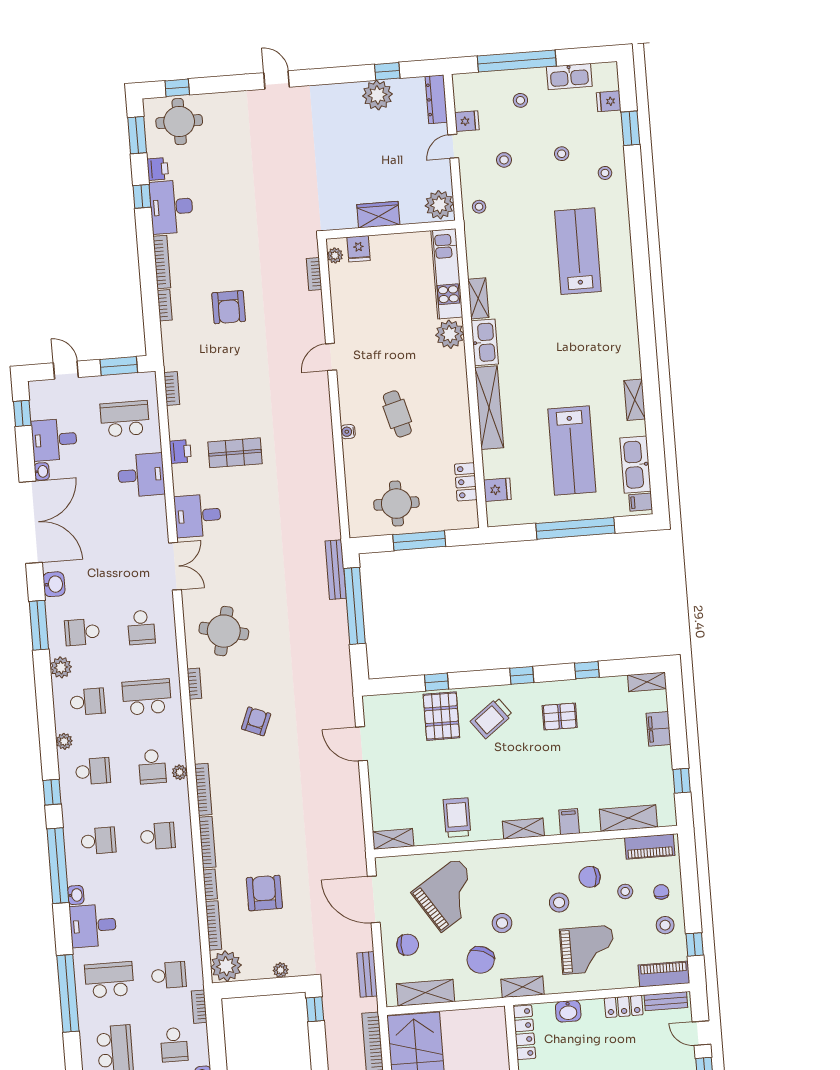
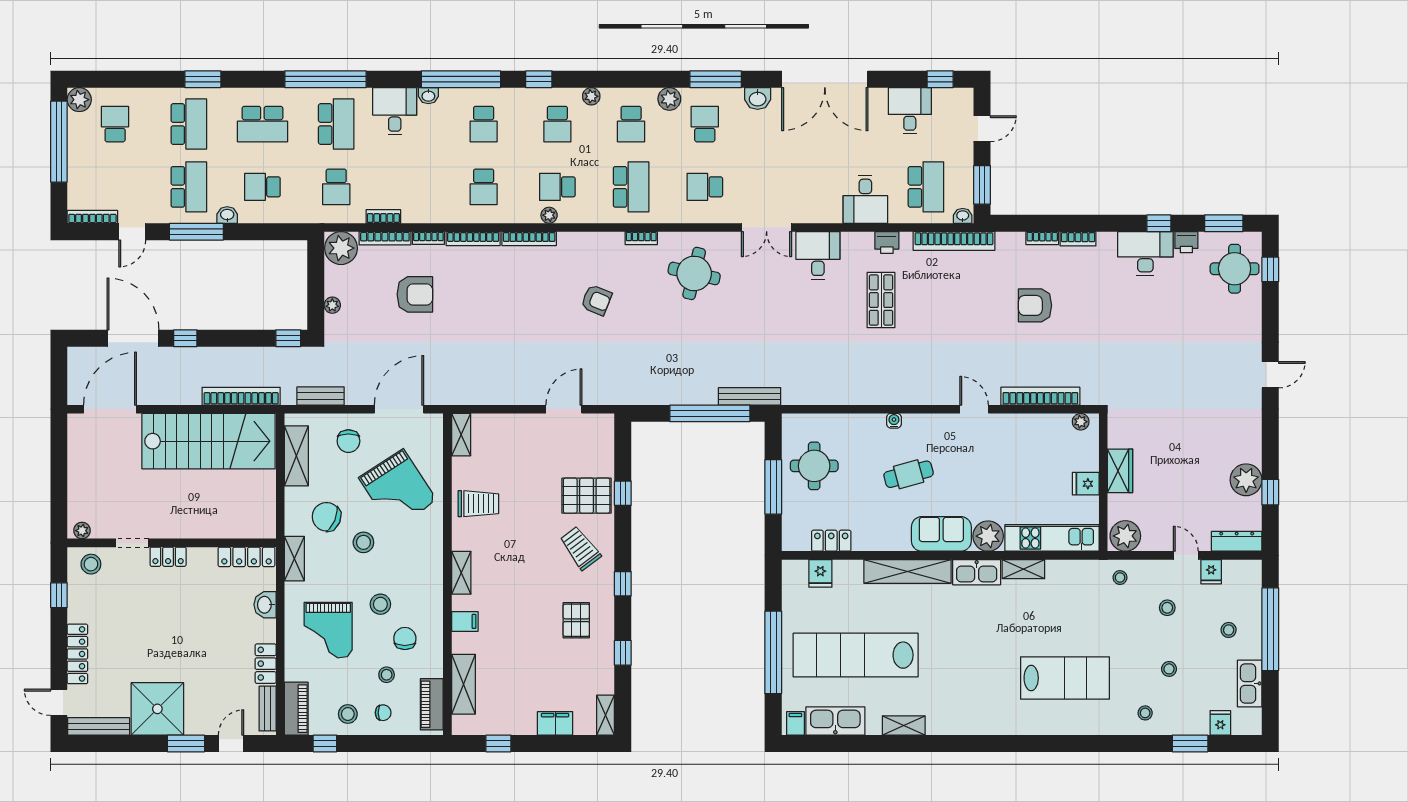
fridge: (359, 249) -> (1086, 484), moved
bookcase: (162, 262) -> (1078, 239), width x0.64
bookcase: (314, 274) -> (1040, 396), width x2.31, depth x1.31
sofa: (451, 379) -> (941, 534), added
bookcase: (172, 388) -> (954, 241), width x2.31, depth x1.31
lab bench: (572, 450) -> (856, 655), width x1.36
washbasin: (42, 471) -> (963, 216), moved, turned 180
bookcase: (199, 1007) -> (383, 216), moved

